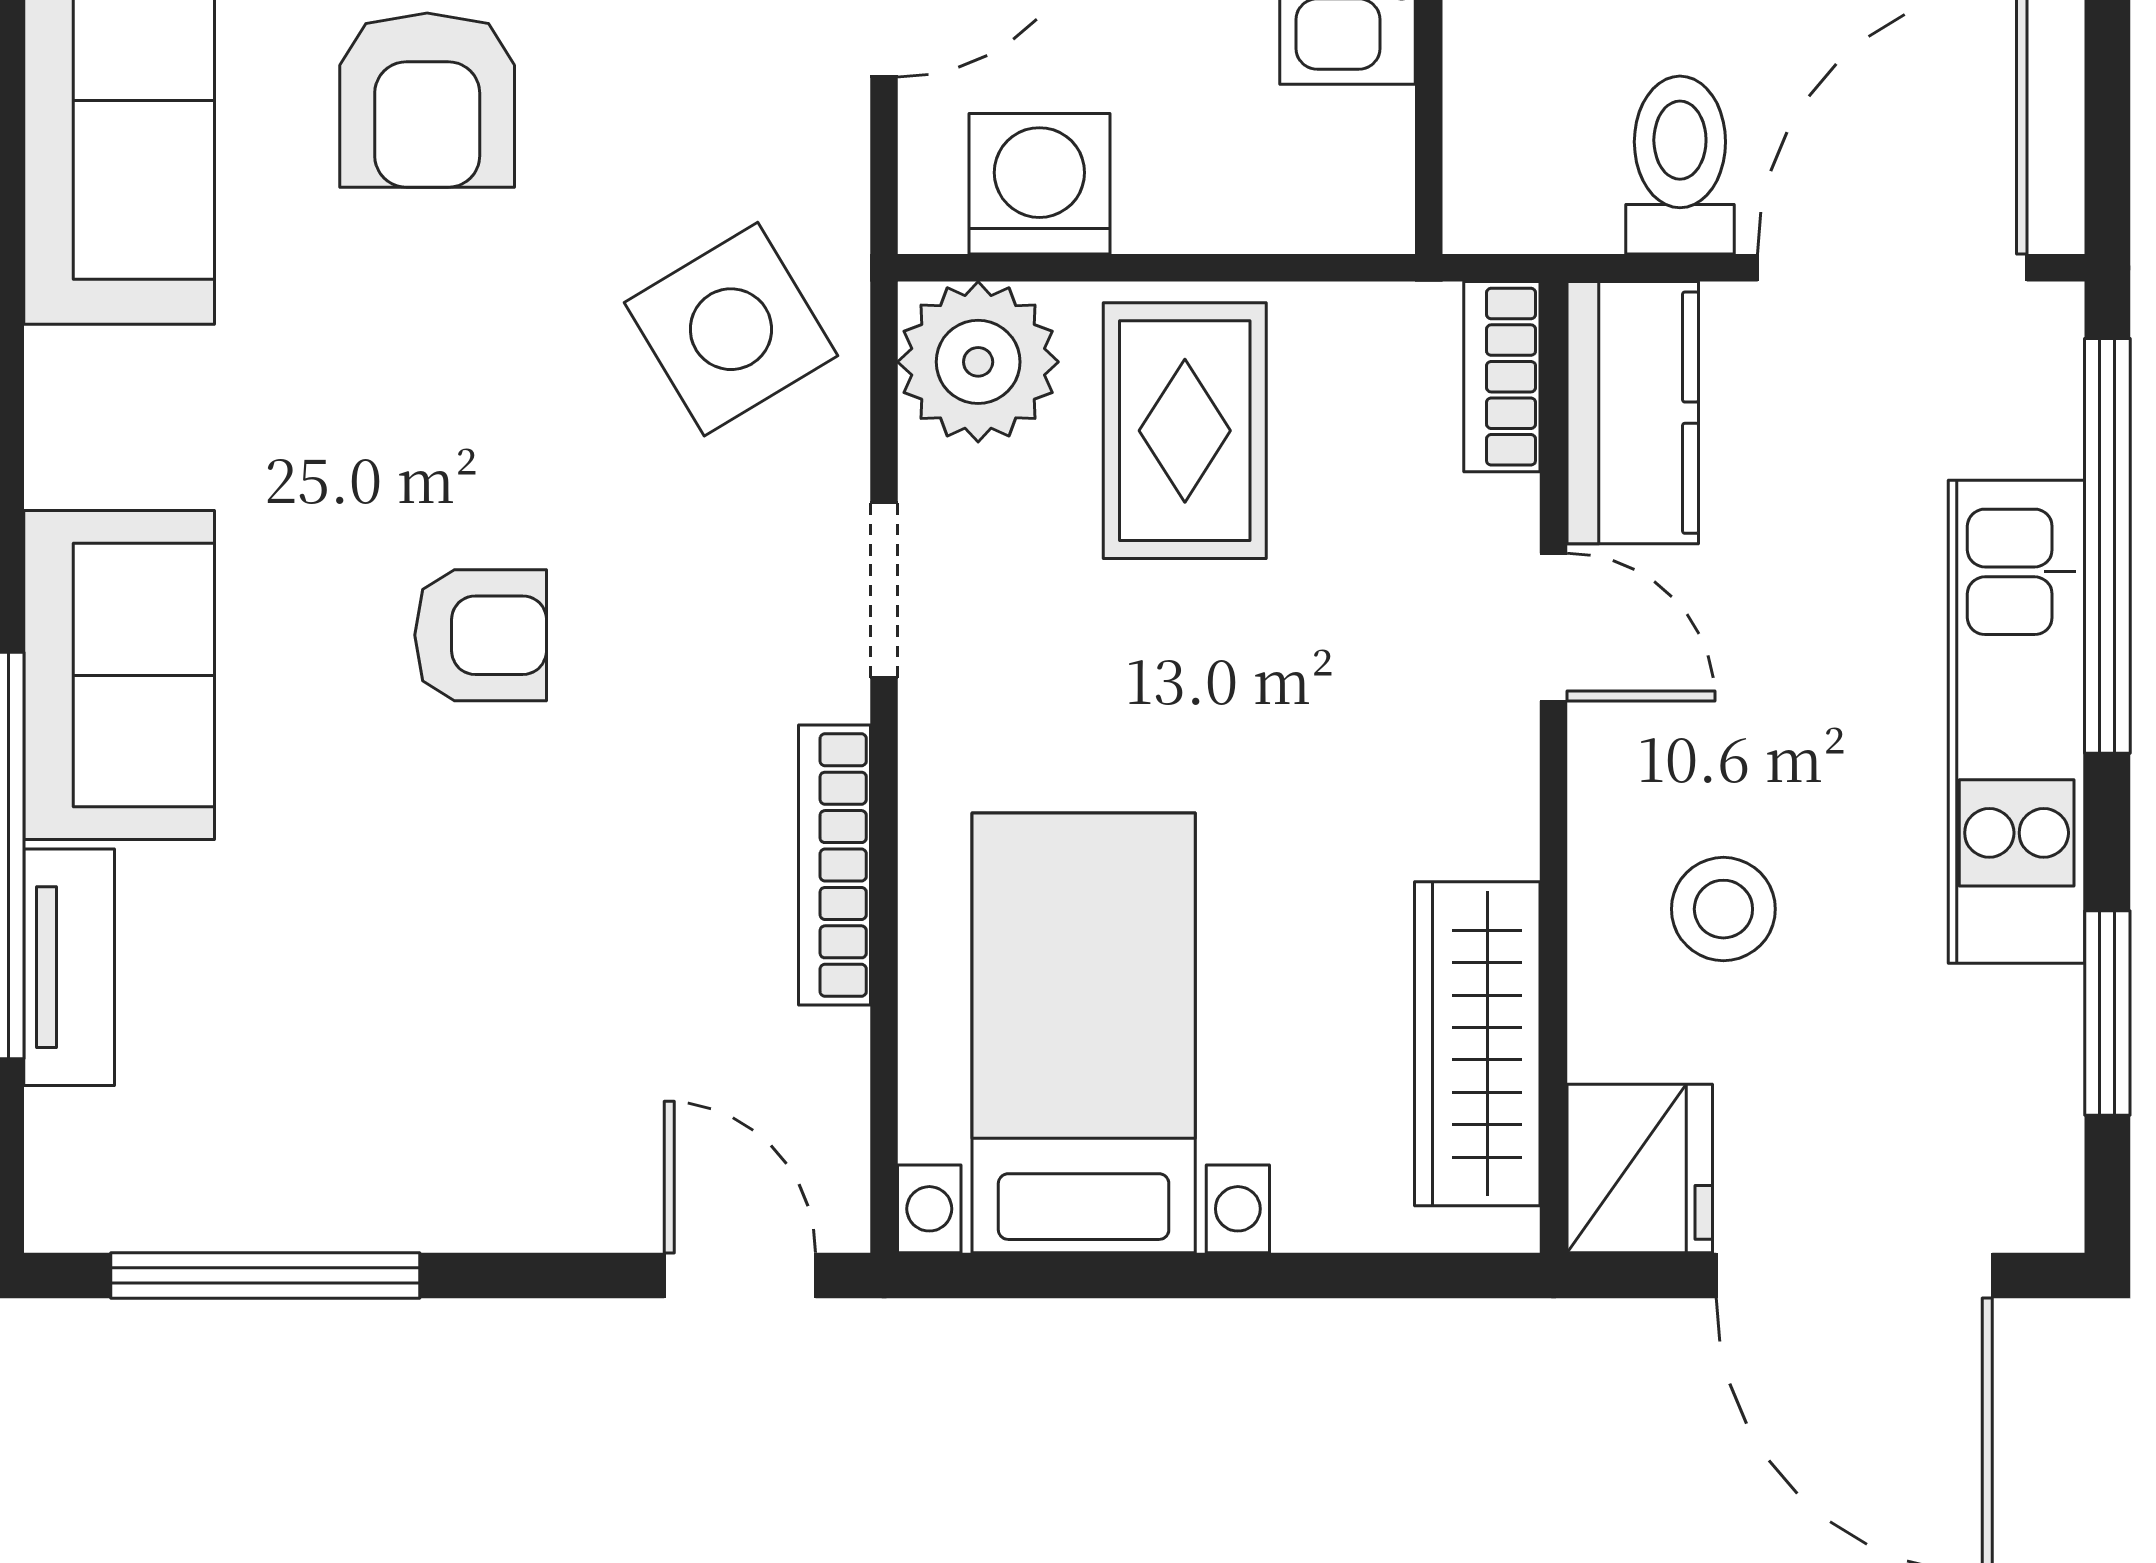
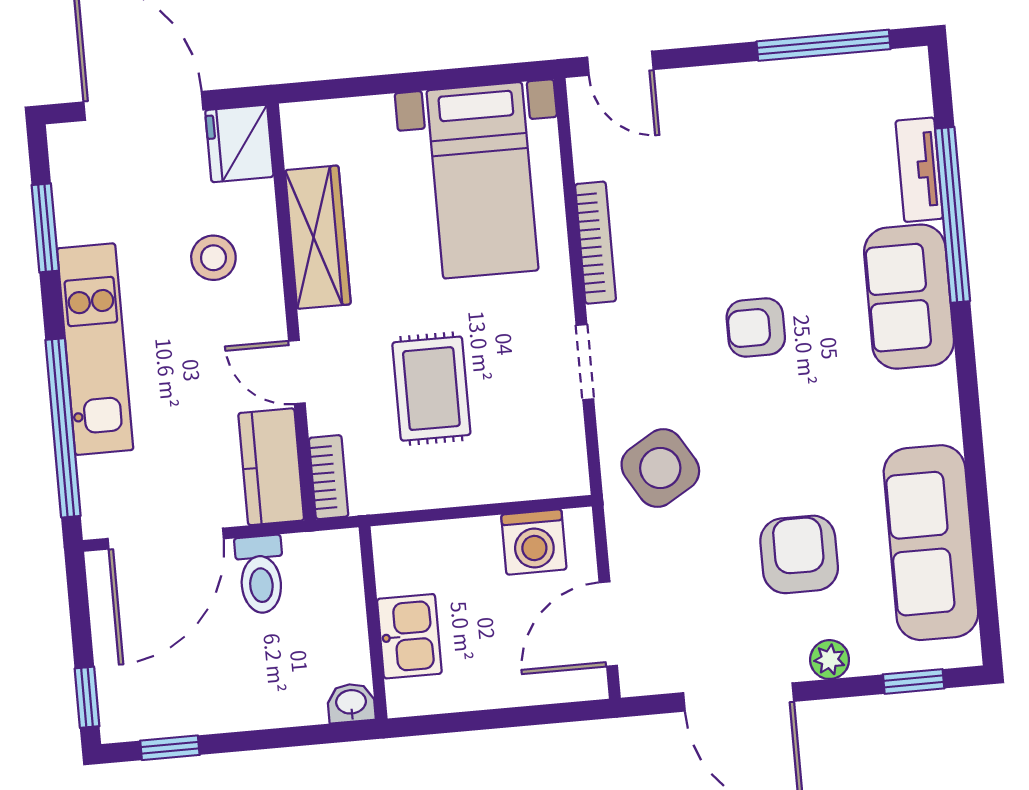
plant: (978, 362) -> (553, 463), removed
rug: (1185, 431) -> (431, 389), moved
wardrobe: (1477, 1044) -> (318, 237), moved

